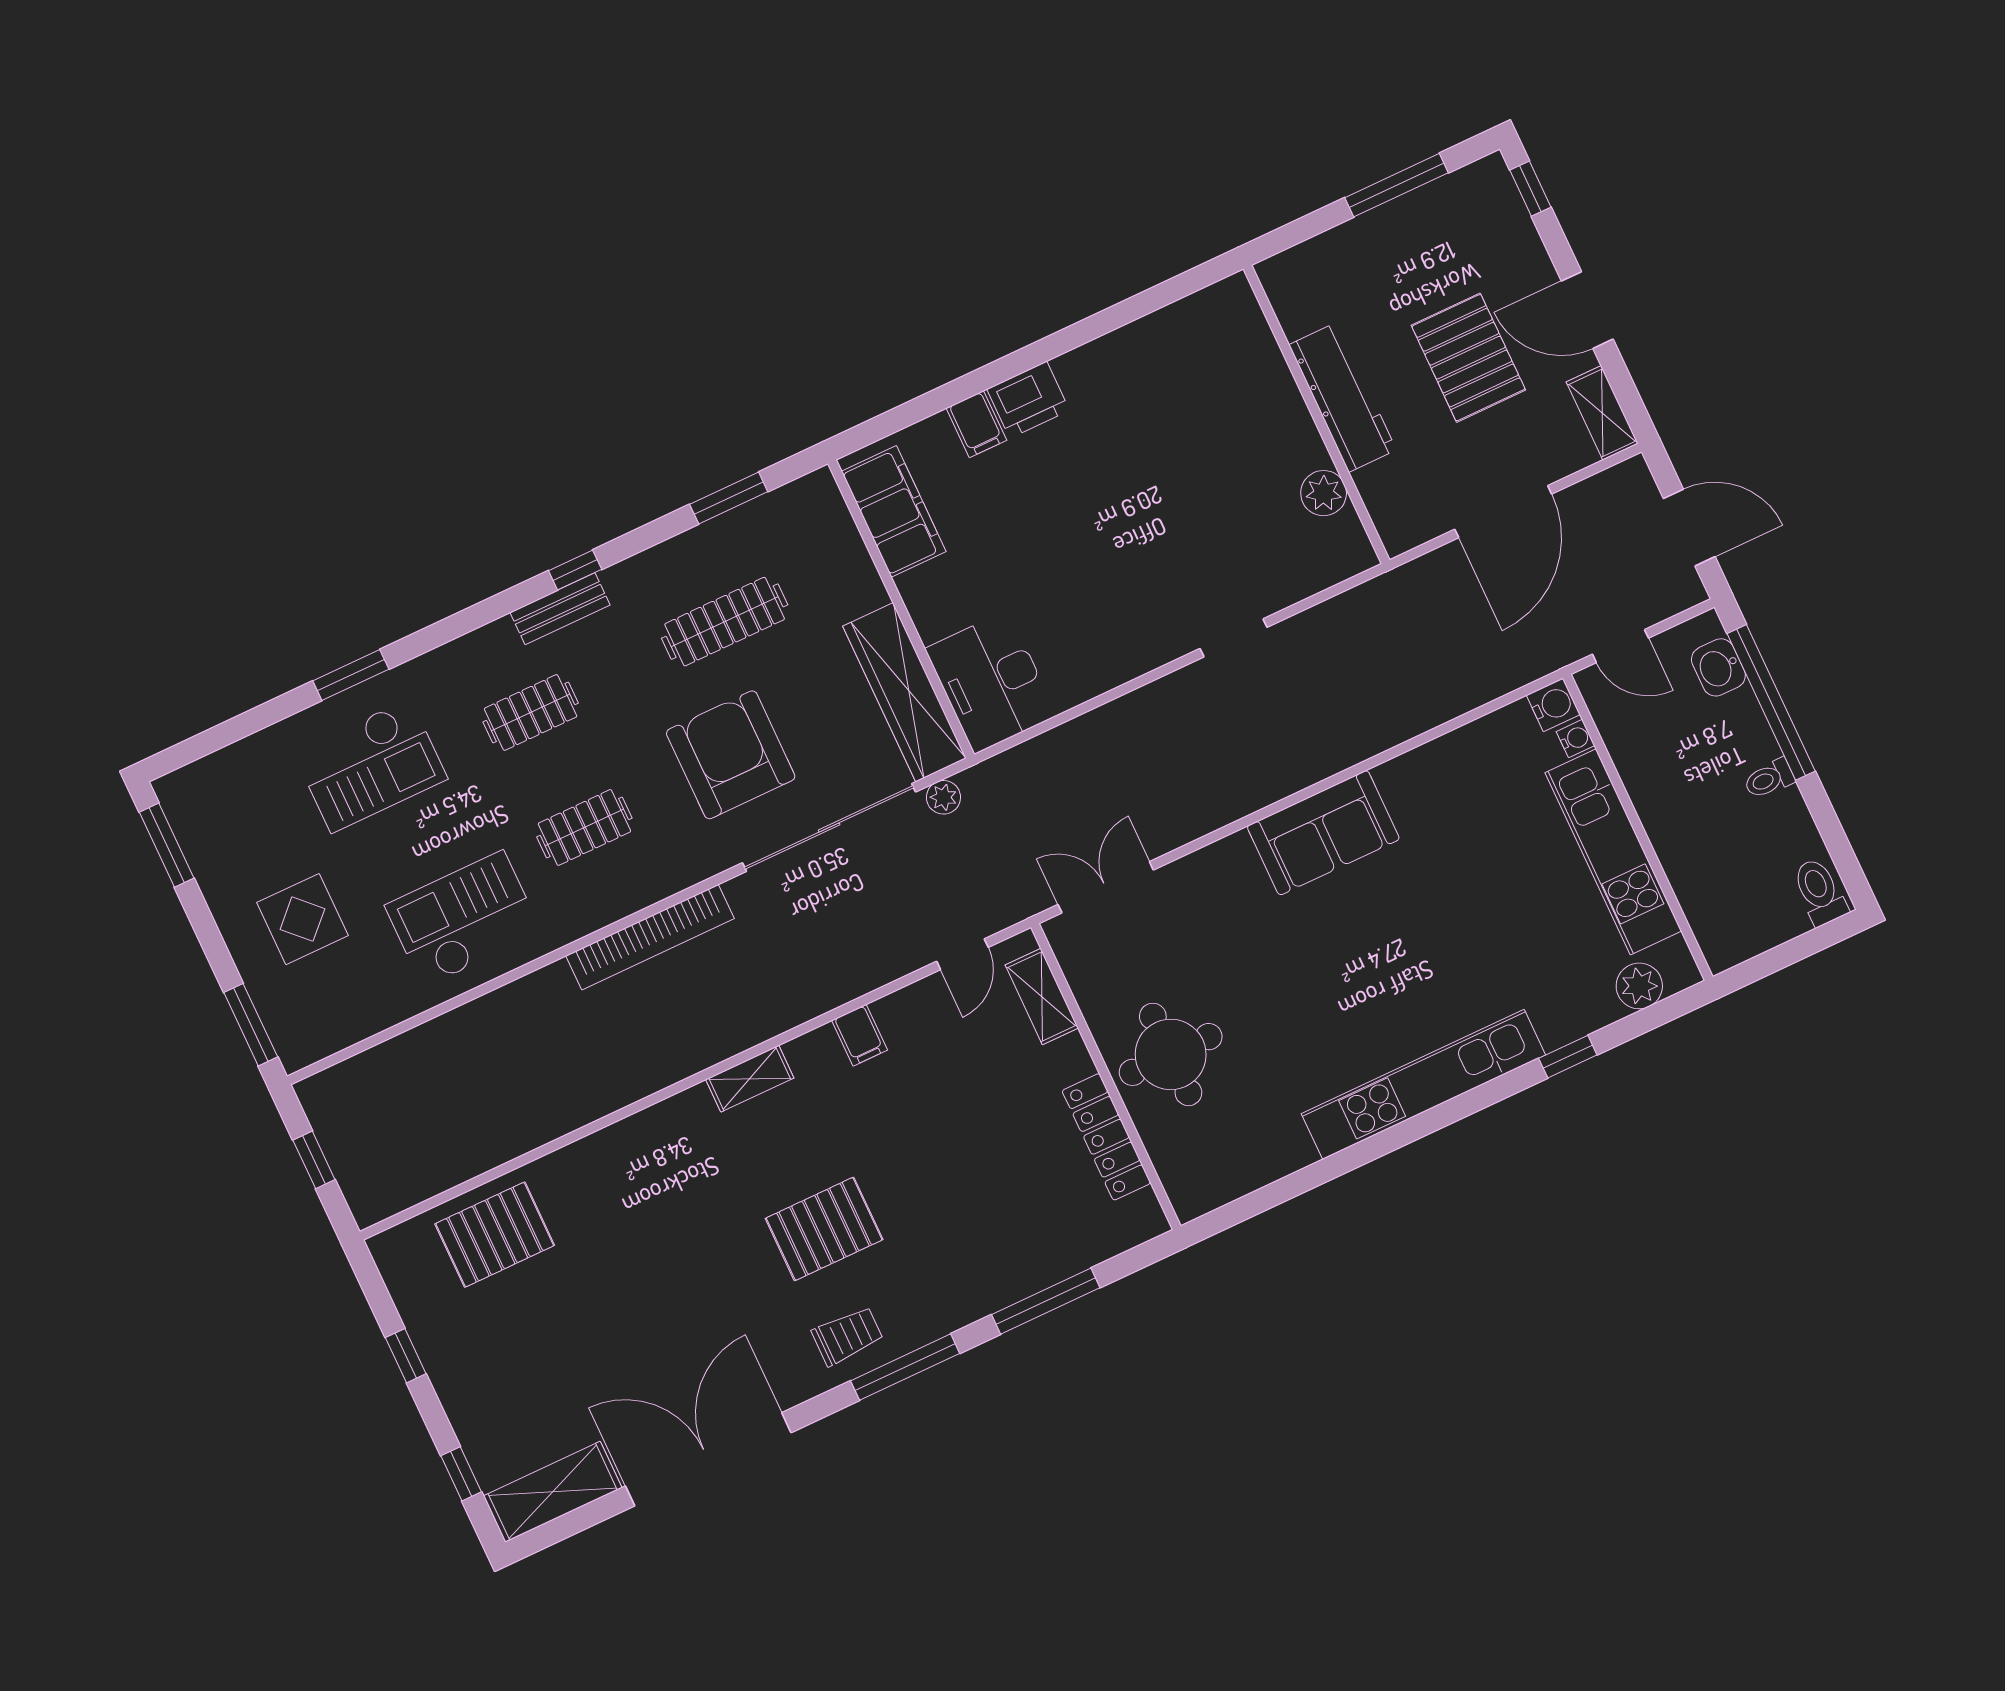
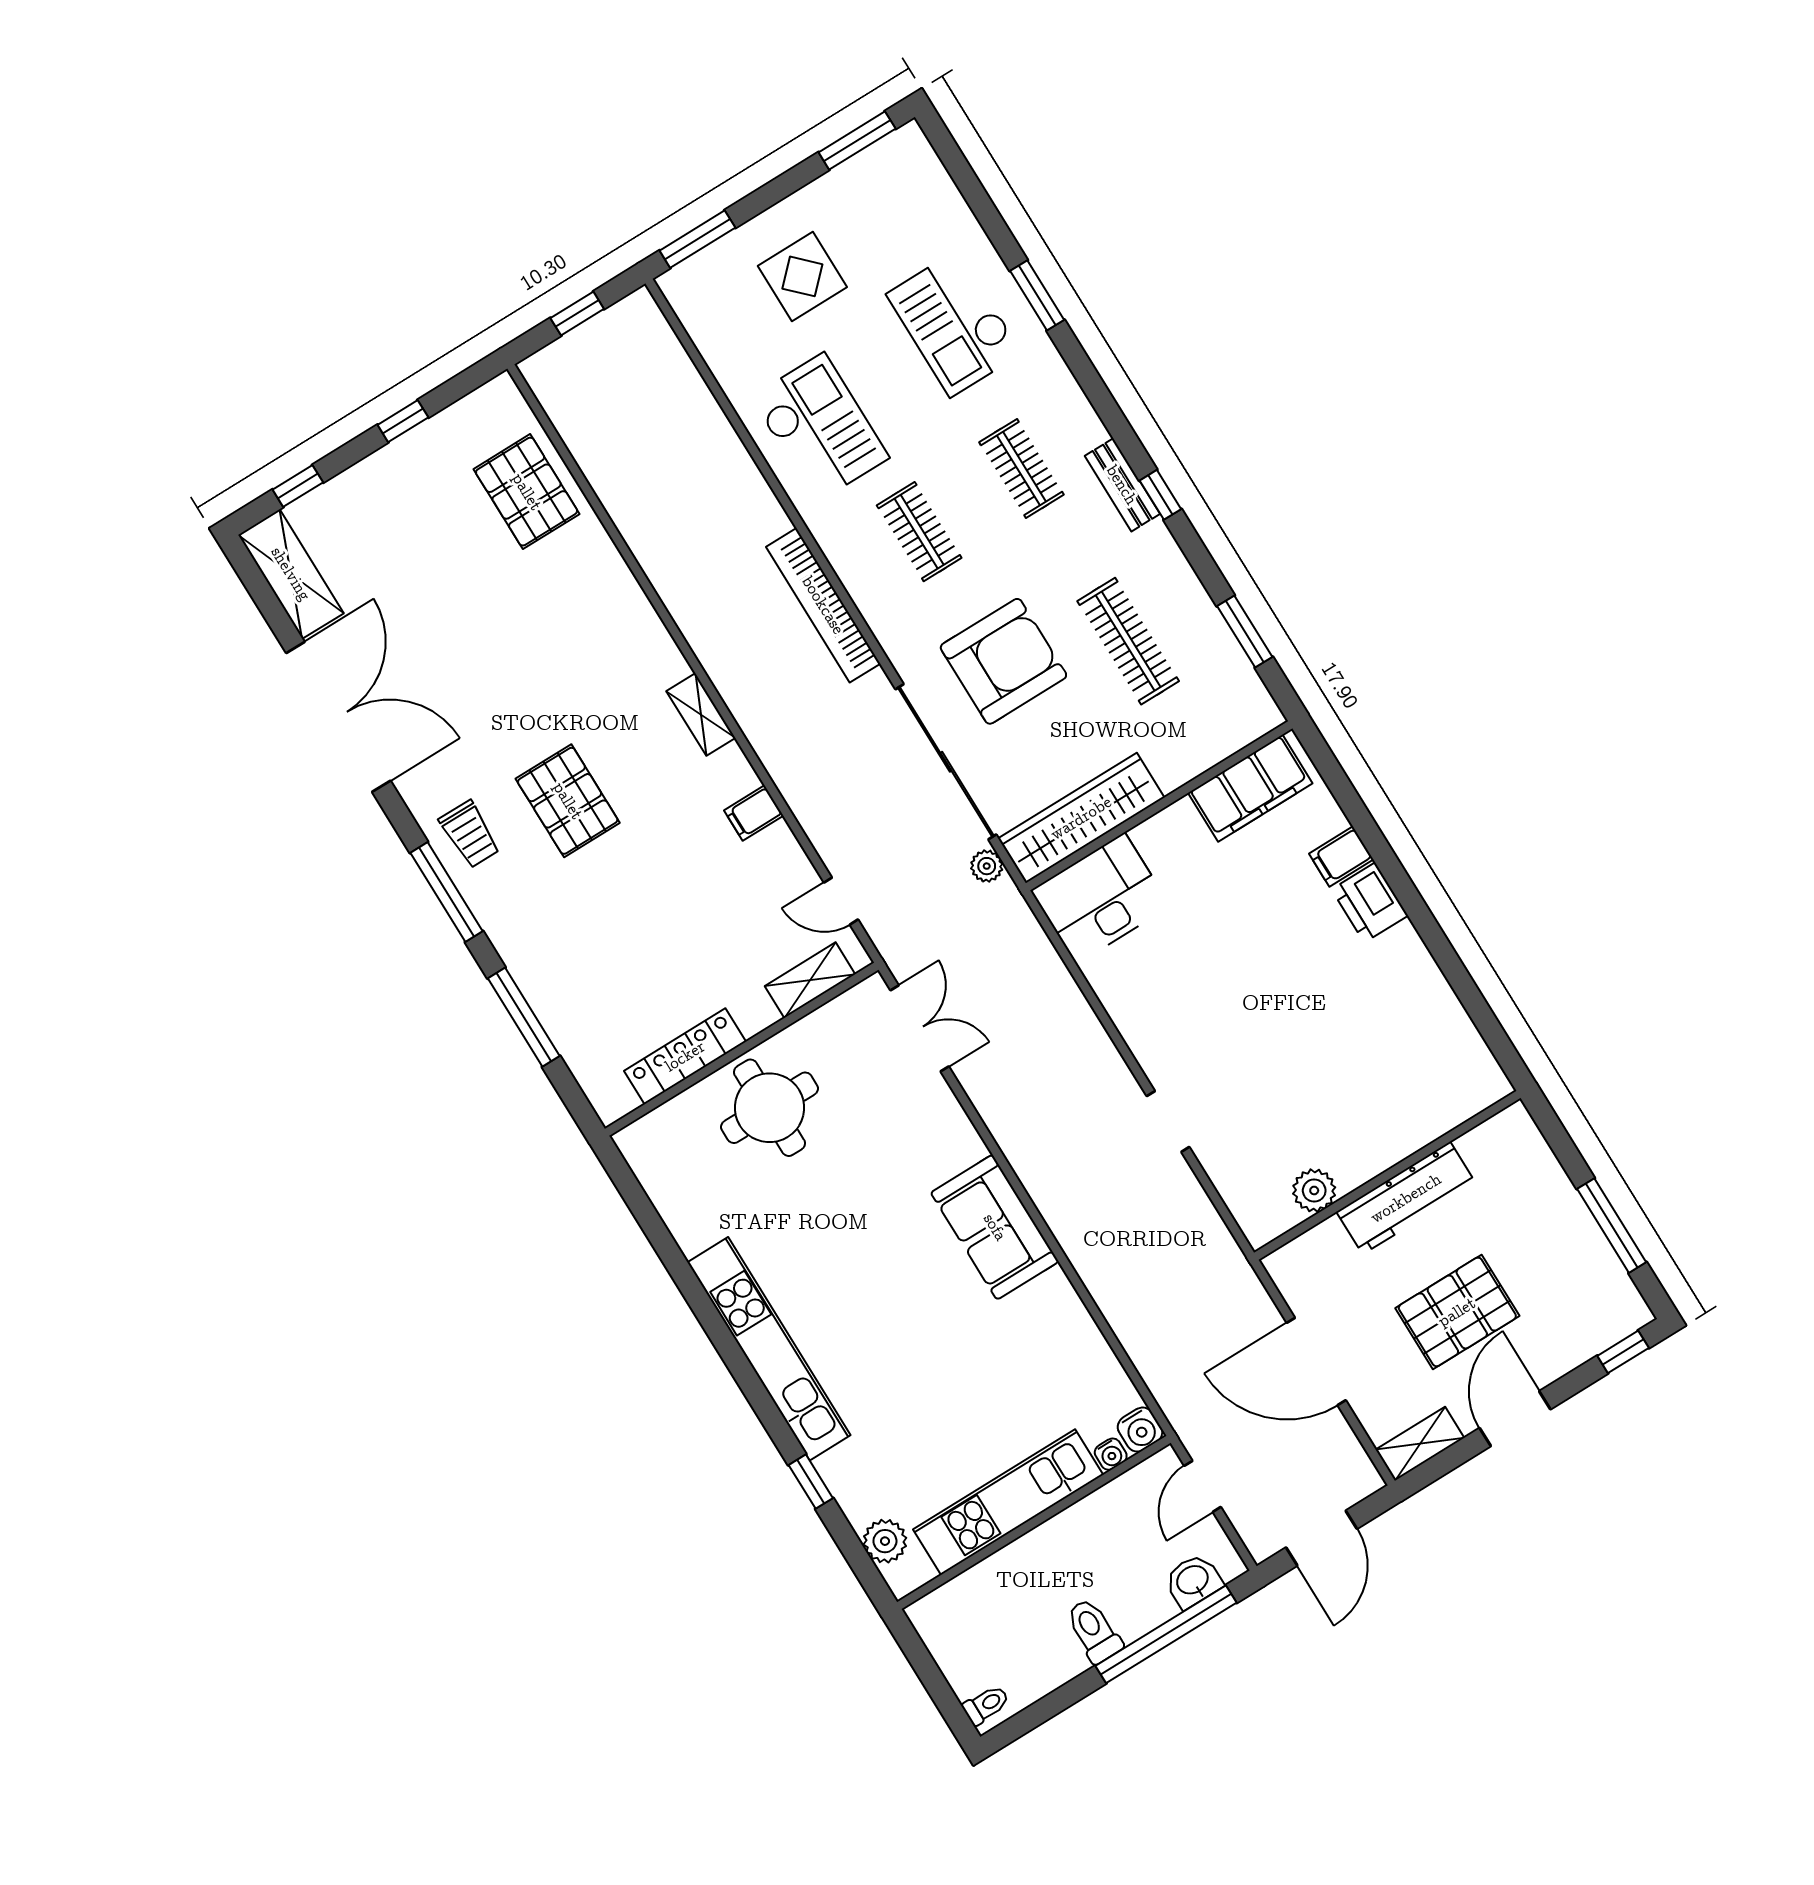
toilet: (1769, 779) -> (1094, 1631), width x1.37, depth x1.39
toilet: (1820, 892) -> (986, 1705), width x0.73, depth x0.72

